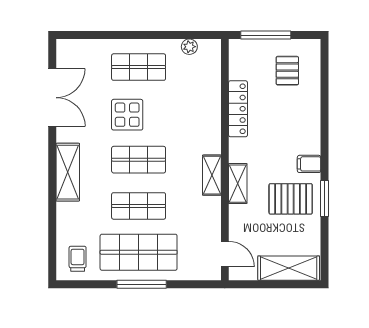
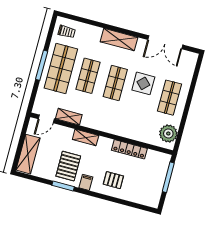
plant: (189, 47) -> (168, 134), width x1.88, depth x1.88
pallet: (287, 71) -> (113, 180), moved
shelving: (212, 175) -> (69, 117), moved

